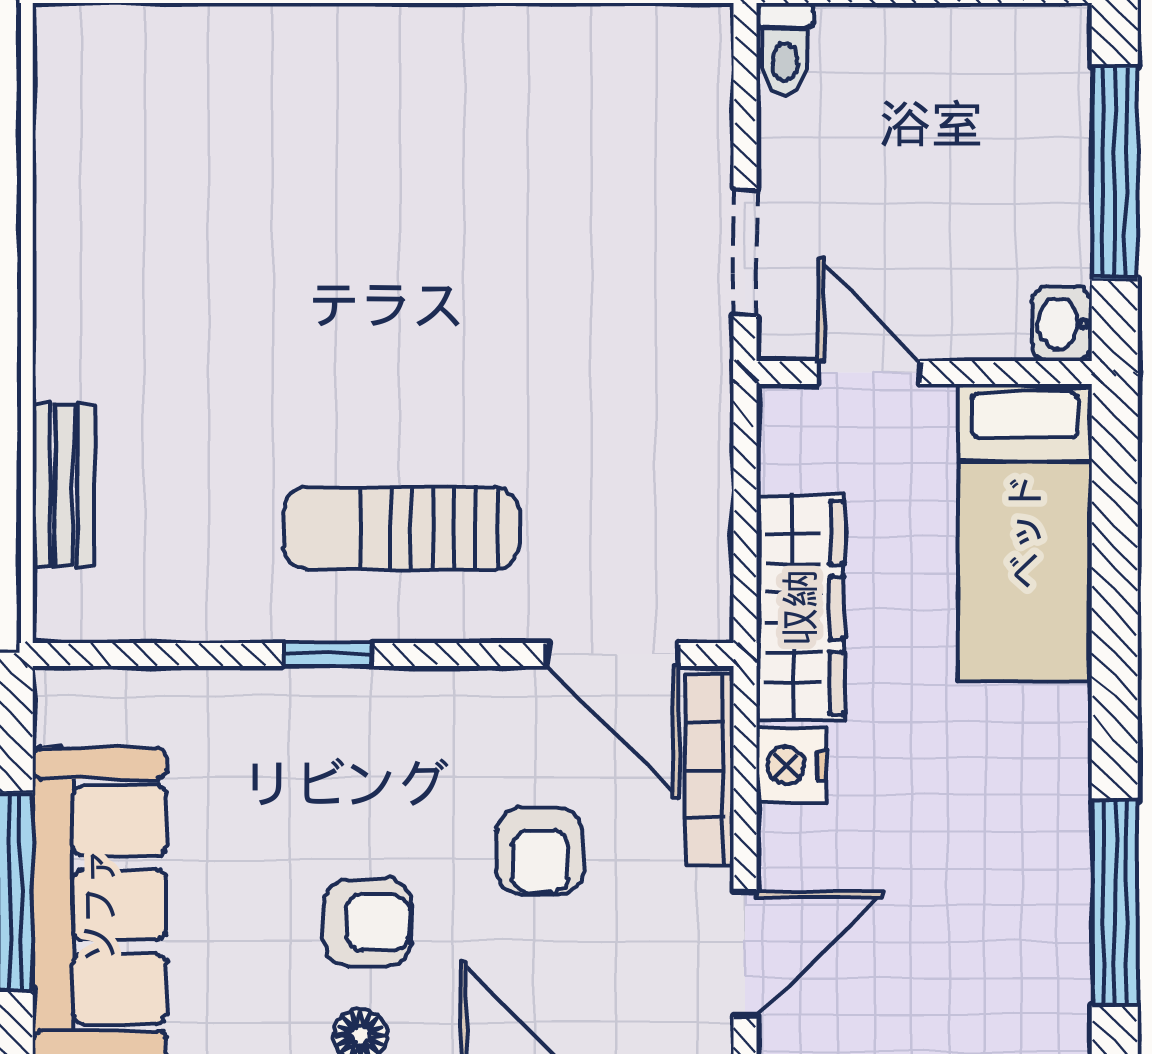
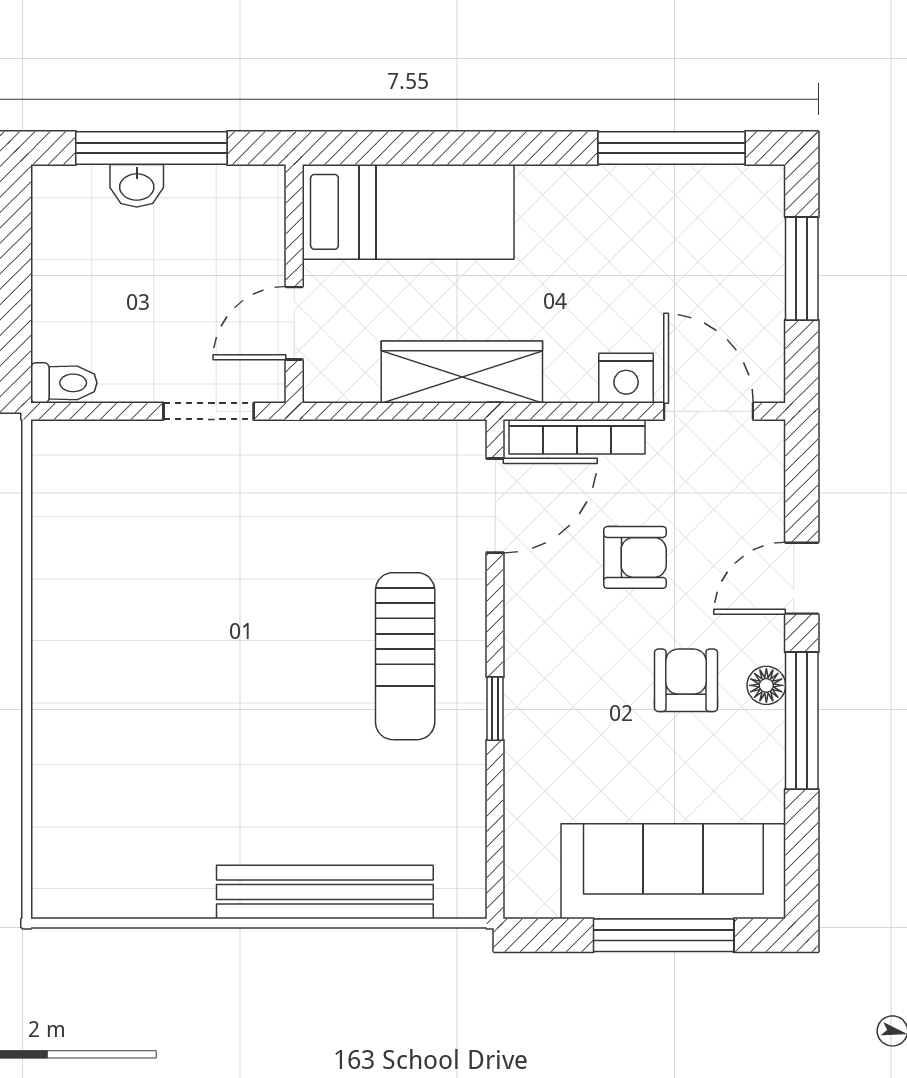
washbasin: (1062, 324) -> (137, 186), moved
bench: (64, 486) -> (325, 892), width x1.86, depth x1.21
nightstand: (792, 765) -> (626, 378), moved

